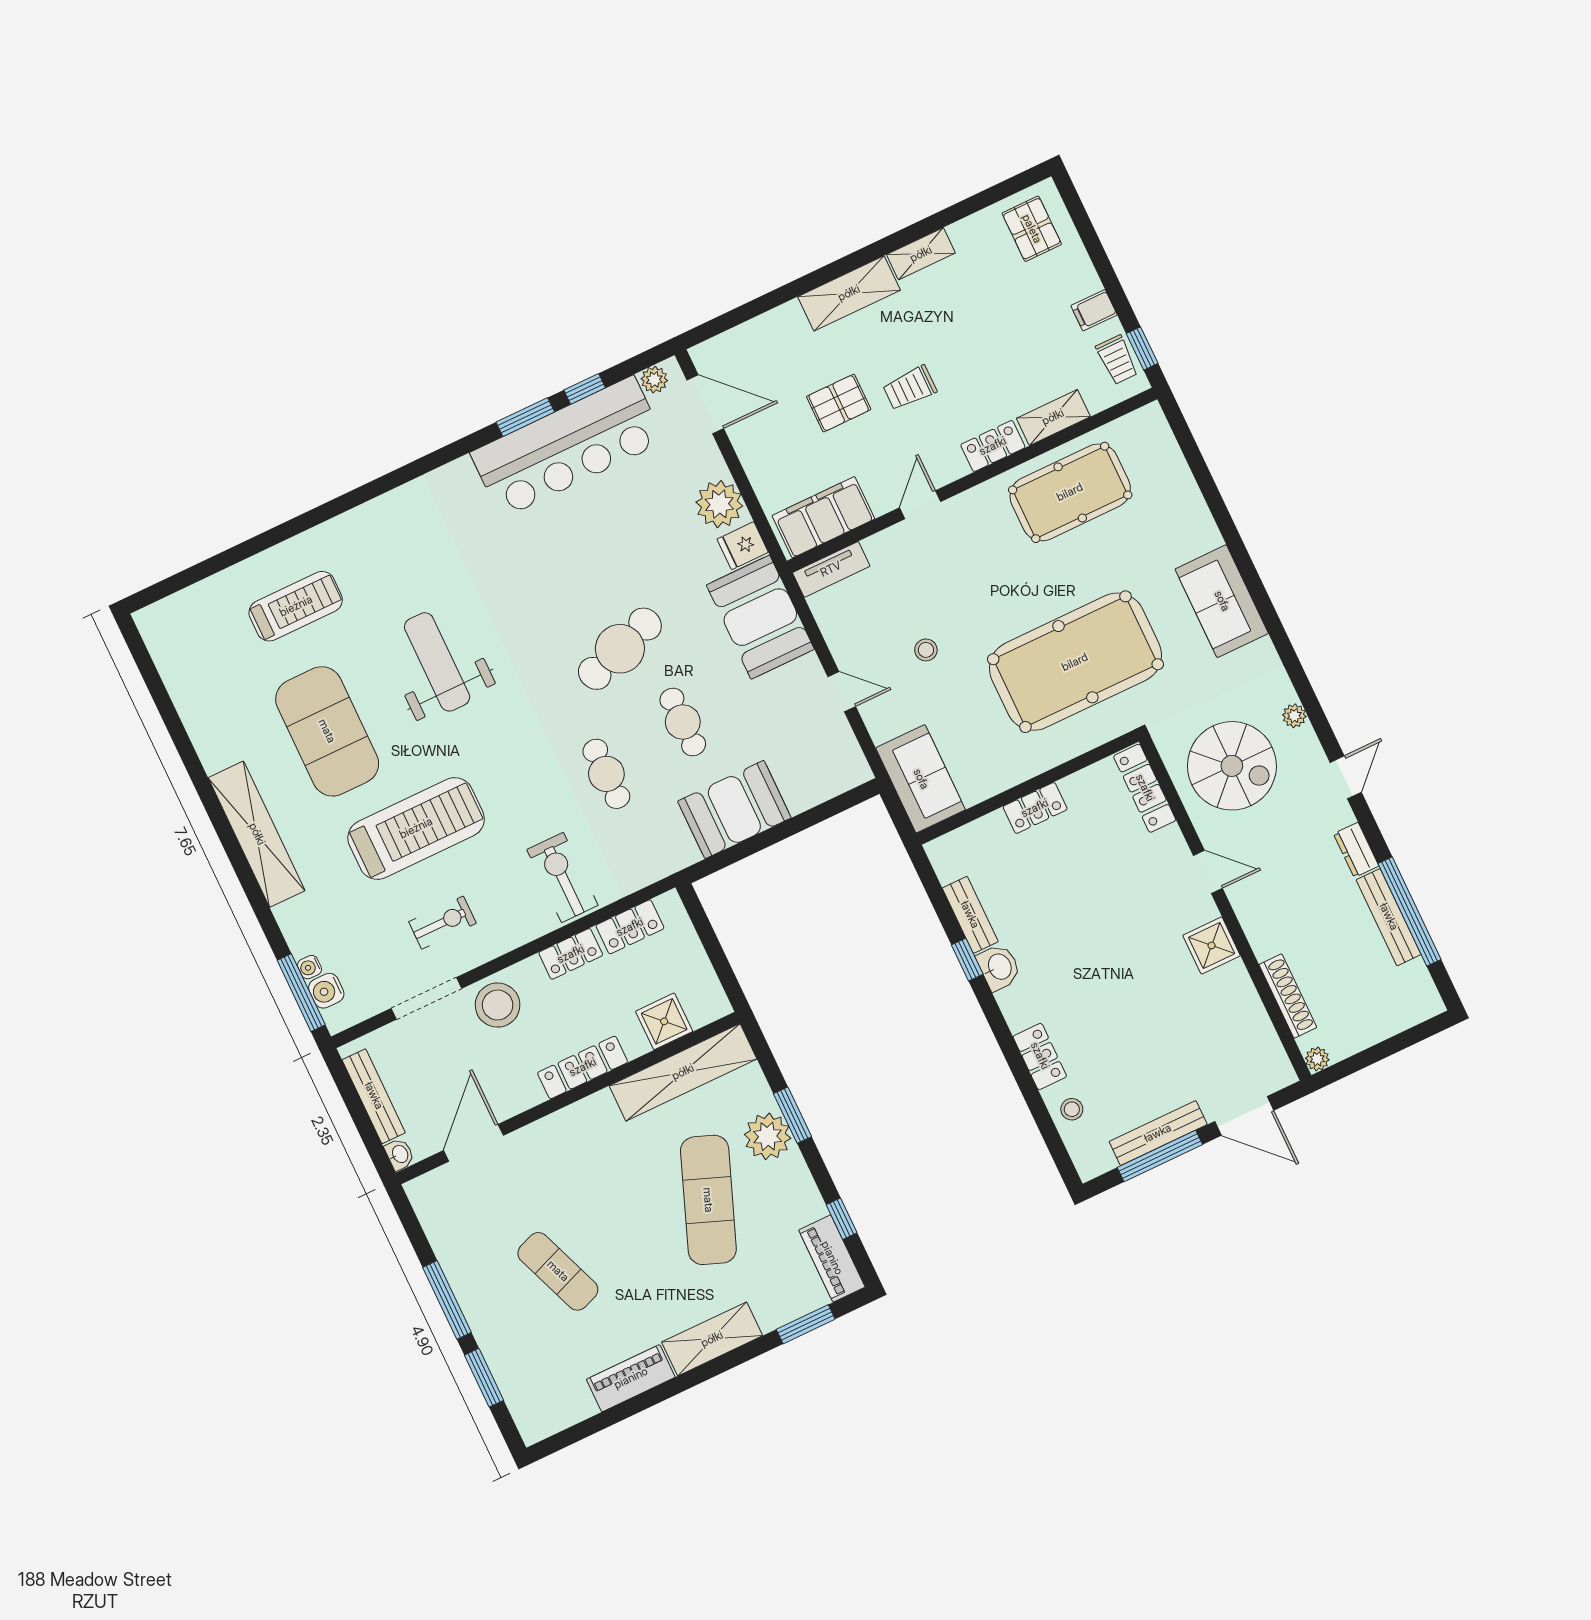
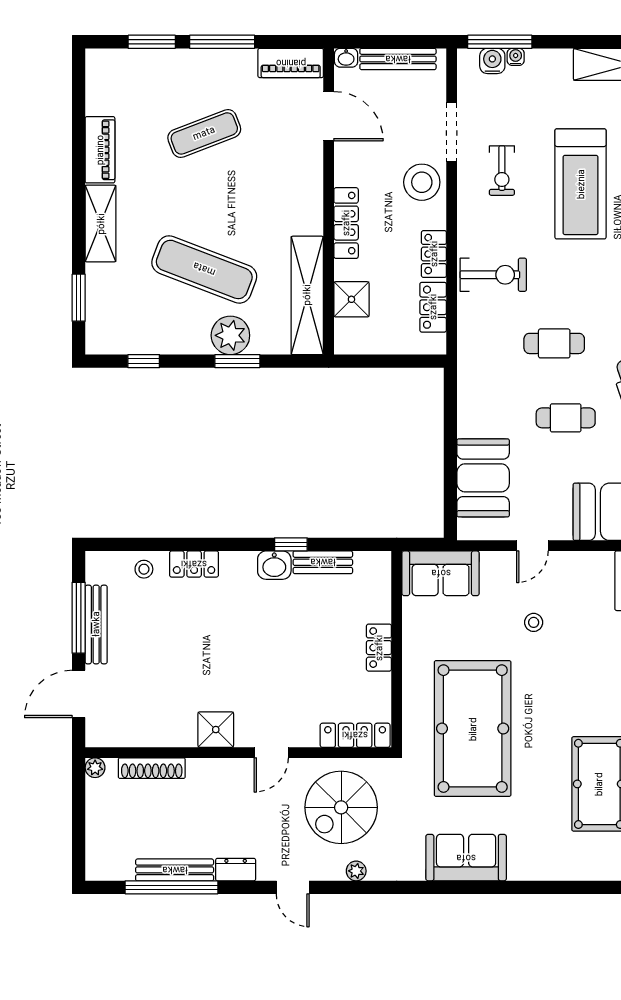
booth: (734, 809) -> (483, 478), moved
piano: (832, 1258) -> (291, 63), moved, turned 180

